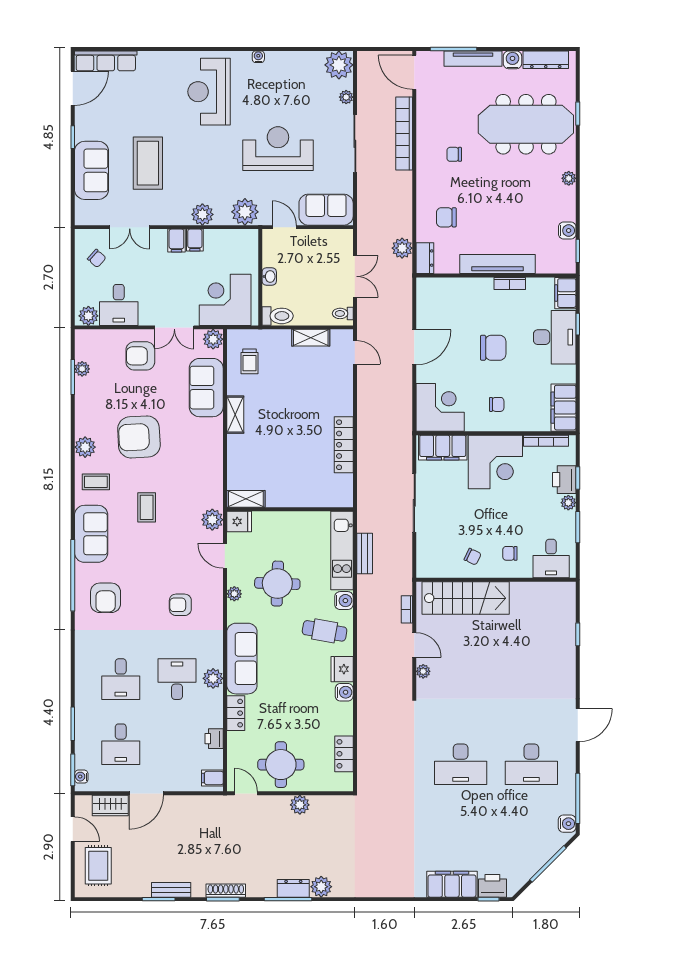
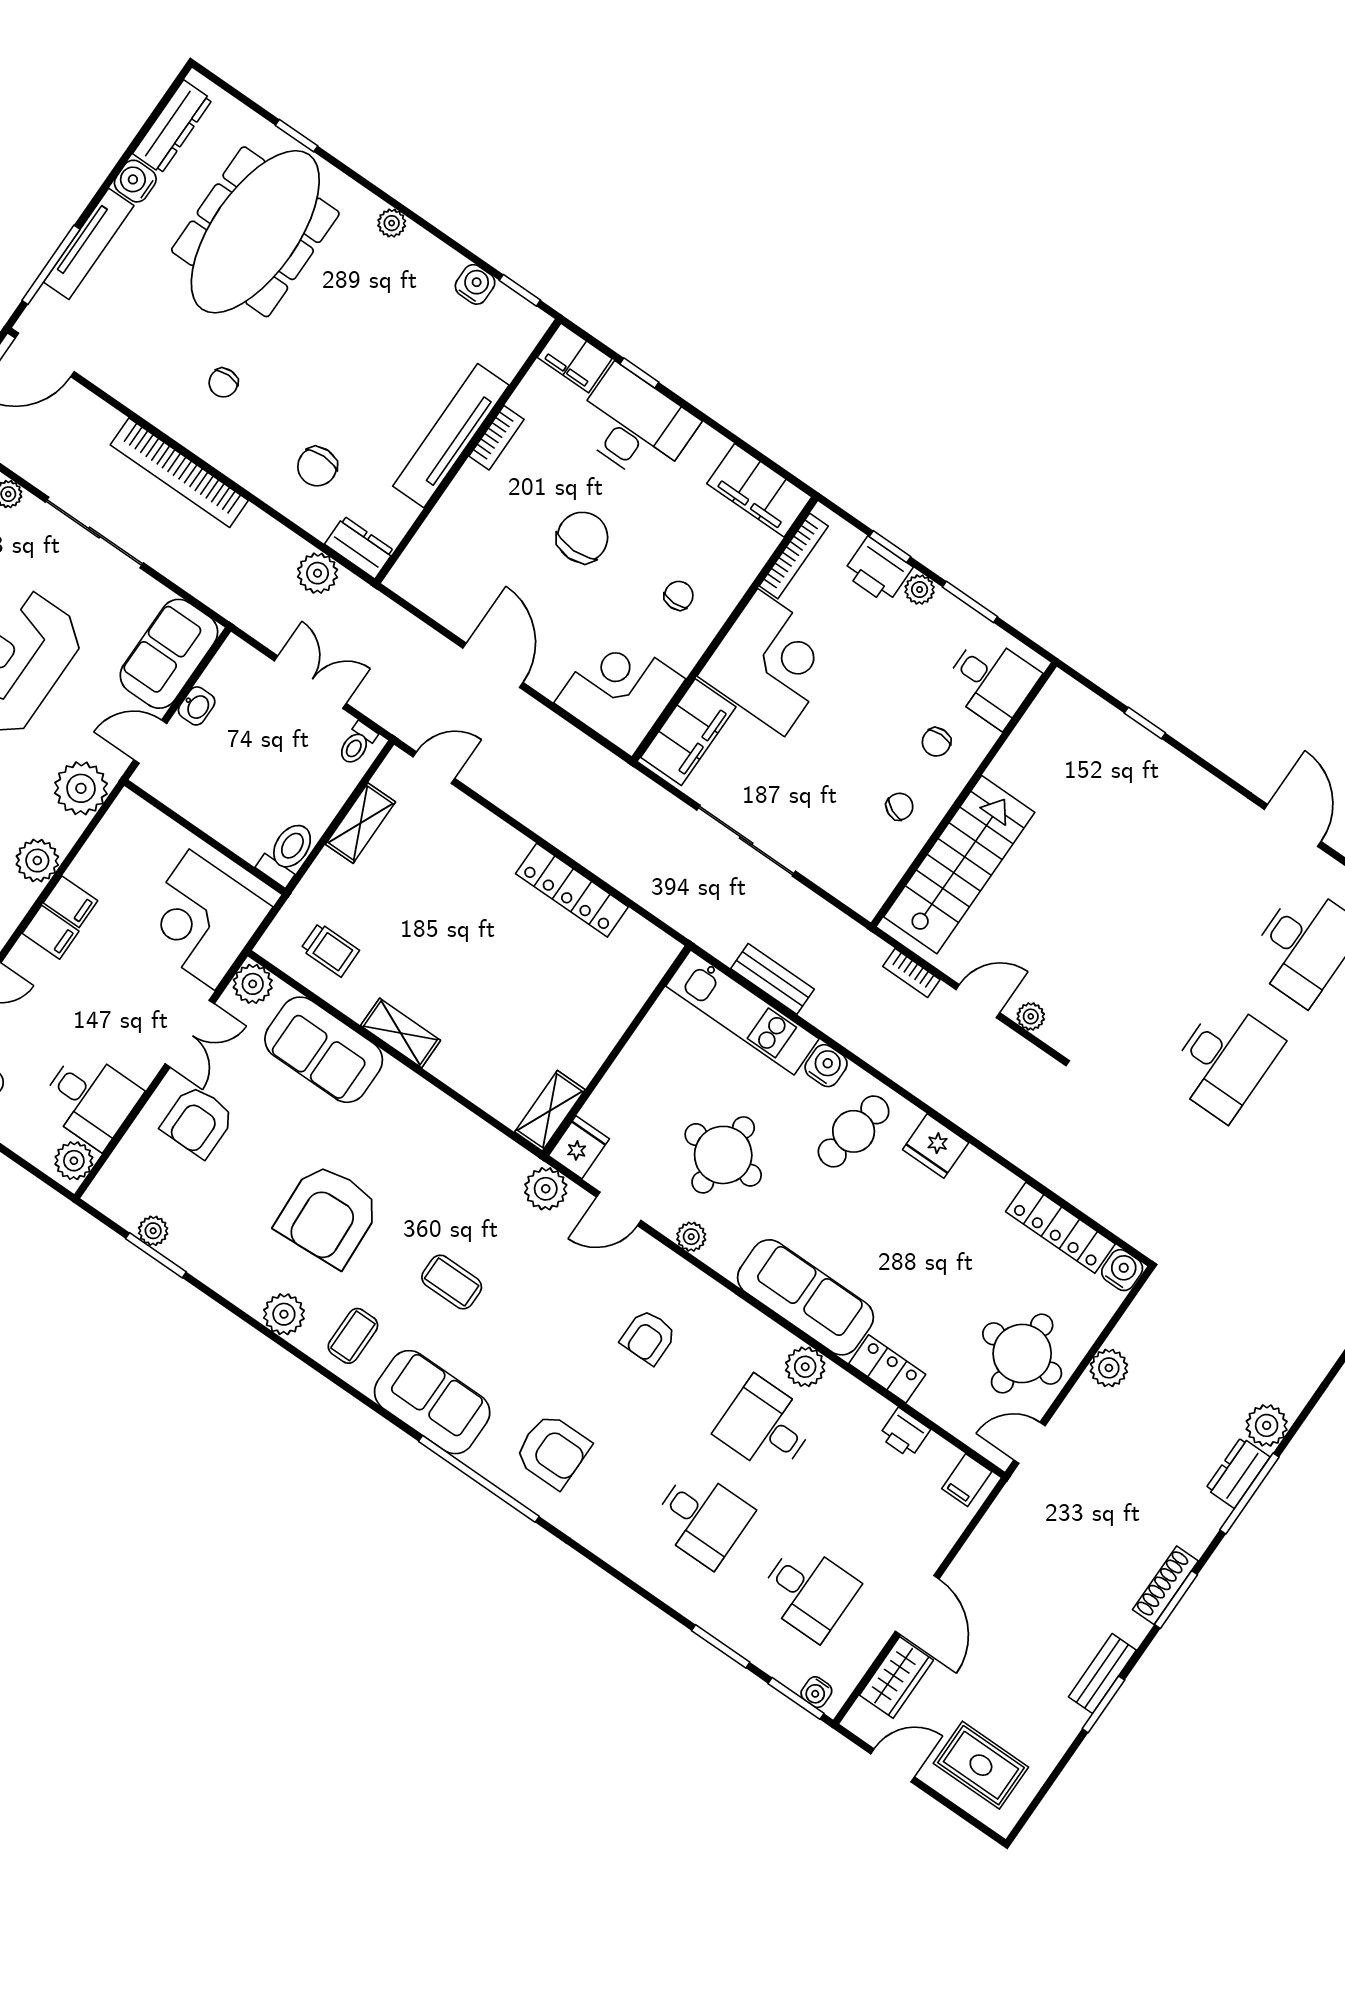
bookcase: (404, 133) -> (179, 473), moved
washbasin: (269, 276) -> (197, 706), moved, turned 90
water cooler: (344, 692) -> (1122, 1270), moved
locker: (344, 754) -> (1060, 1228), width x1.53

